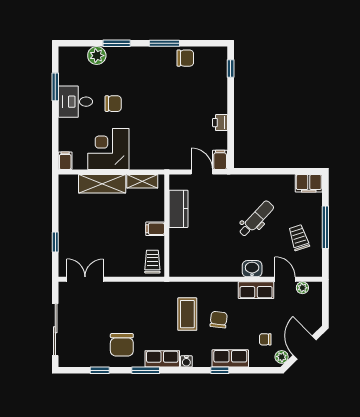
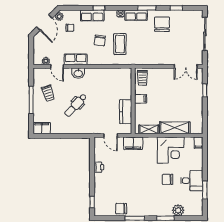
filing cabinet: (220, 160) -> (133, 143), moved, width x2.00

